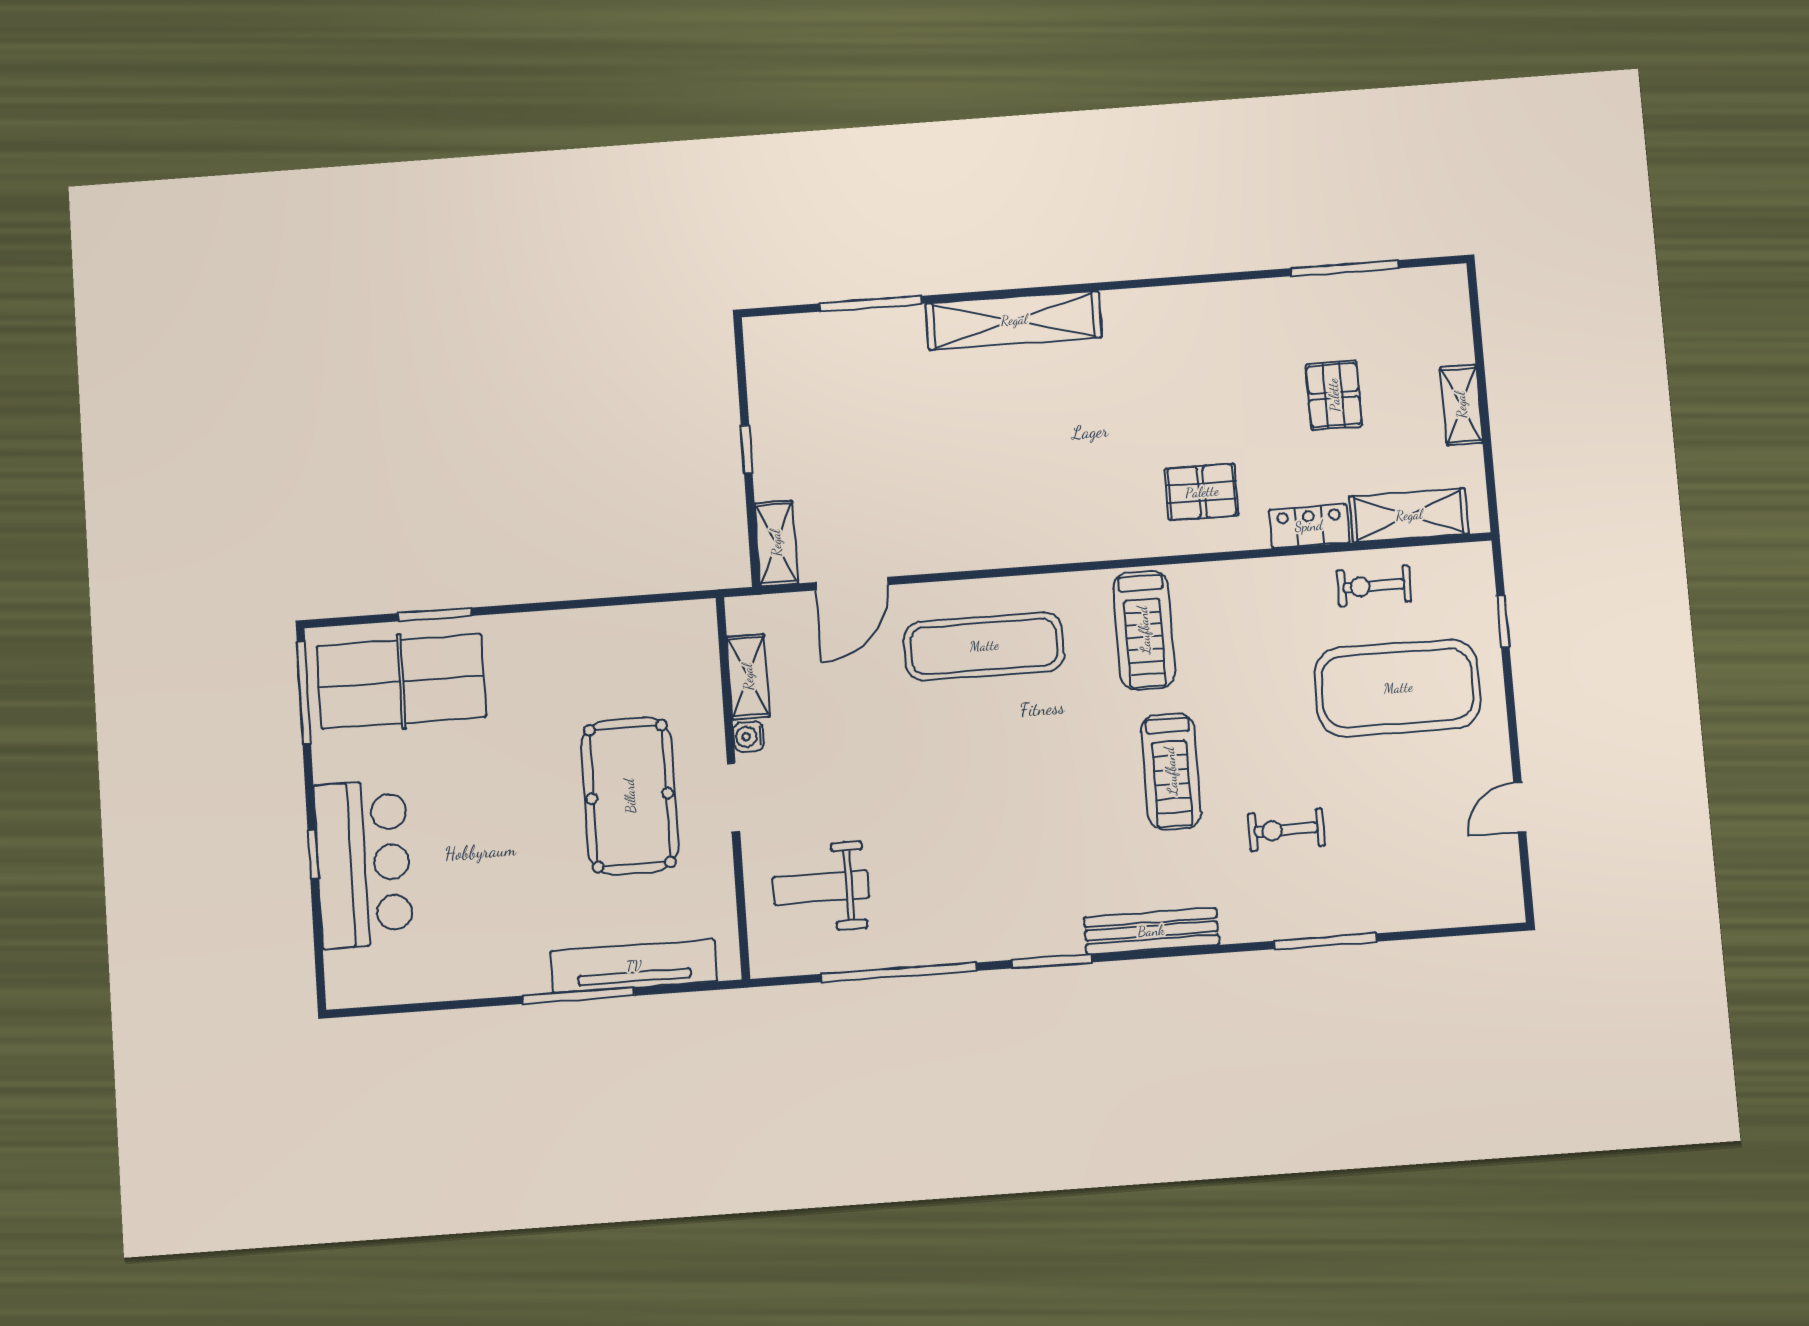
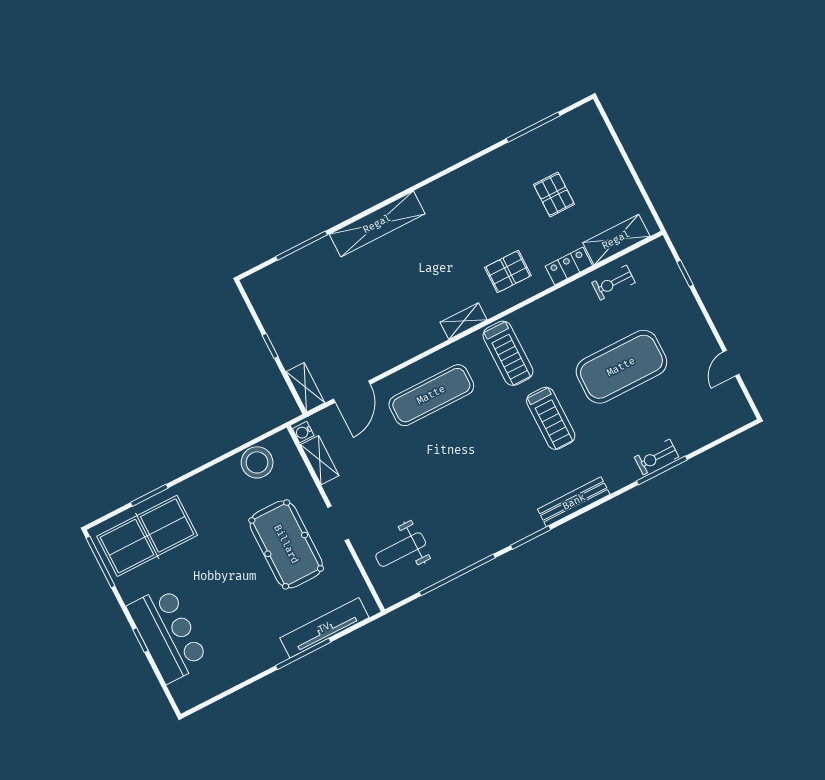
shelving: (1461, 405) -> (464, 321), moved, turned 90
stool: (640, 636) -> (257, 462), added
exercise mat: (1398, 688) -> (621, 367), moved
water cooler: (749, 737) -> (303, 432), moved
exercise bike: (1286, 830) -> (657, 457), moved

